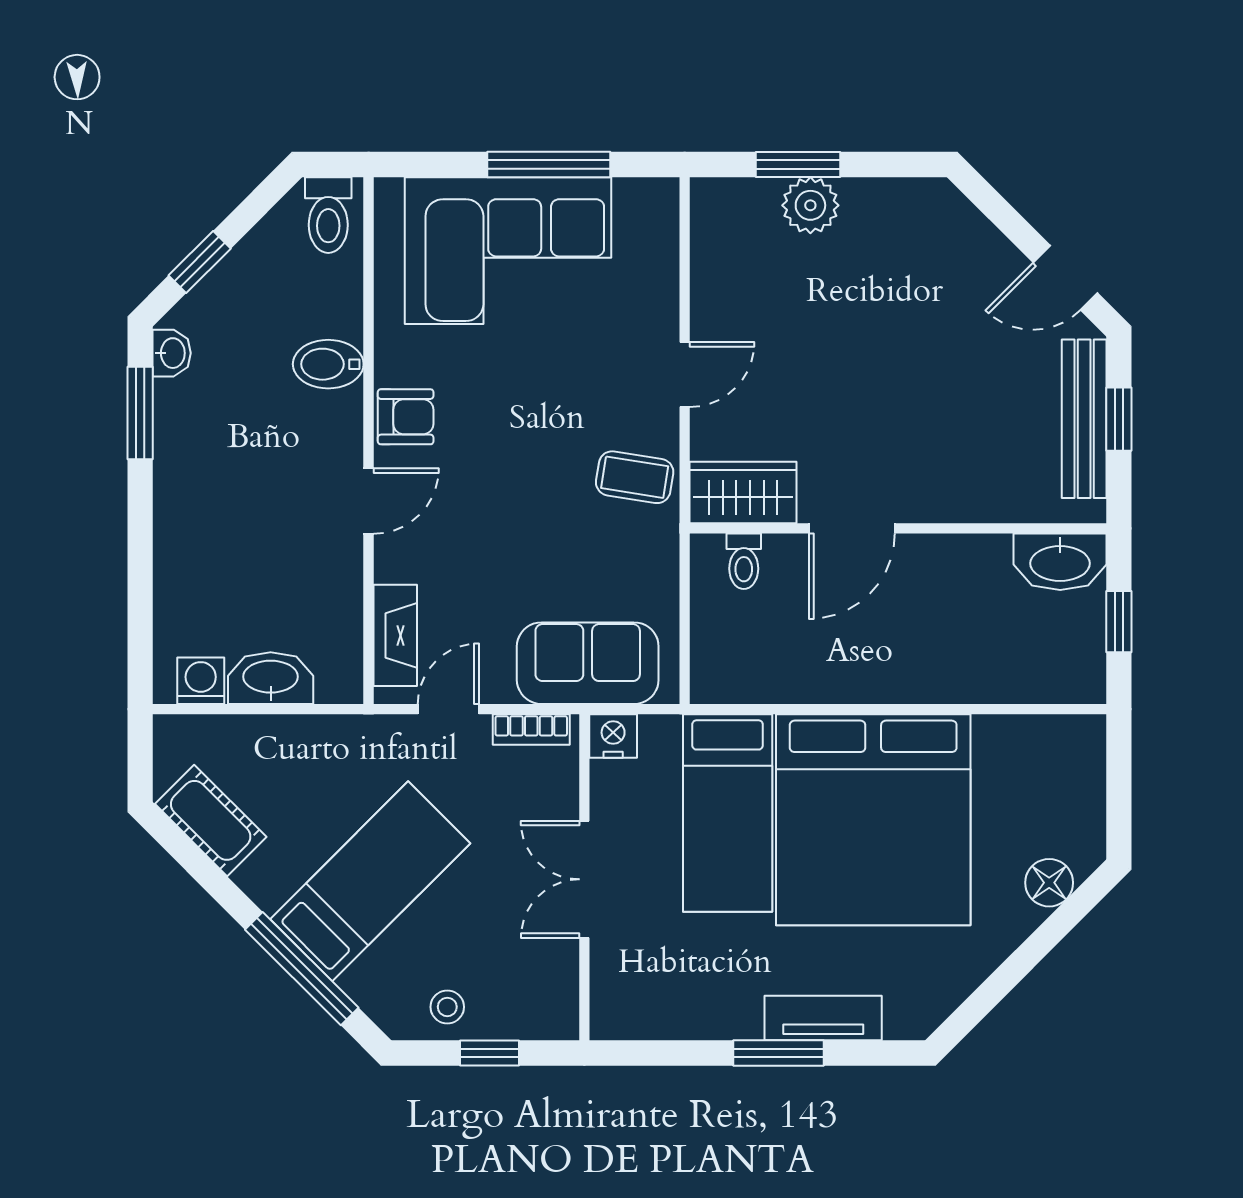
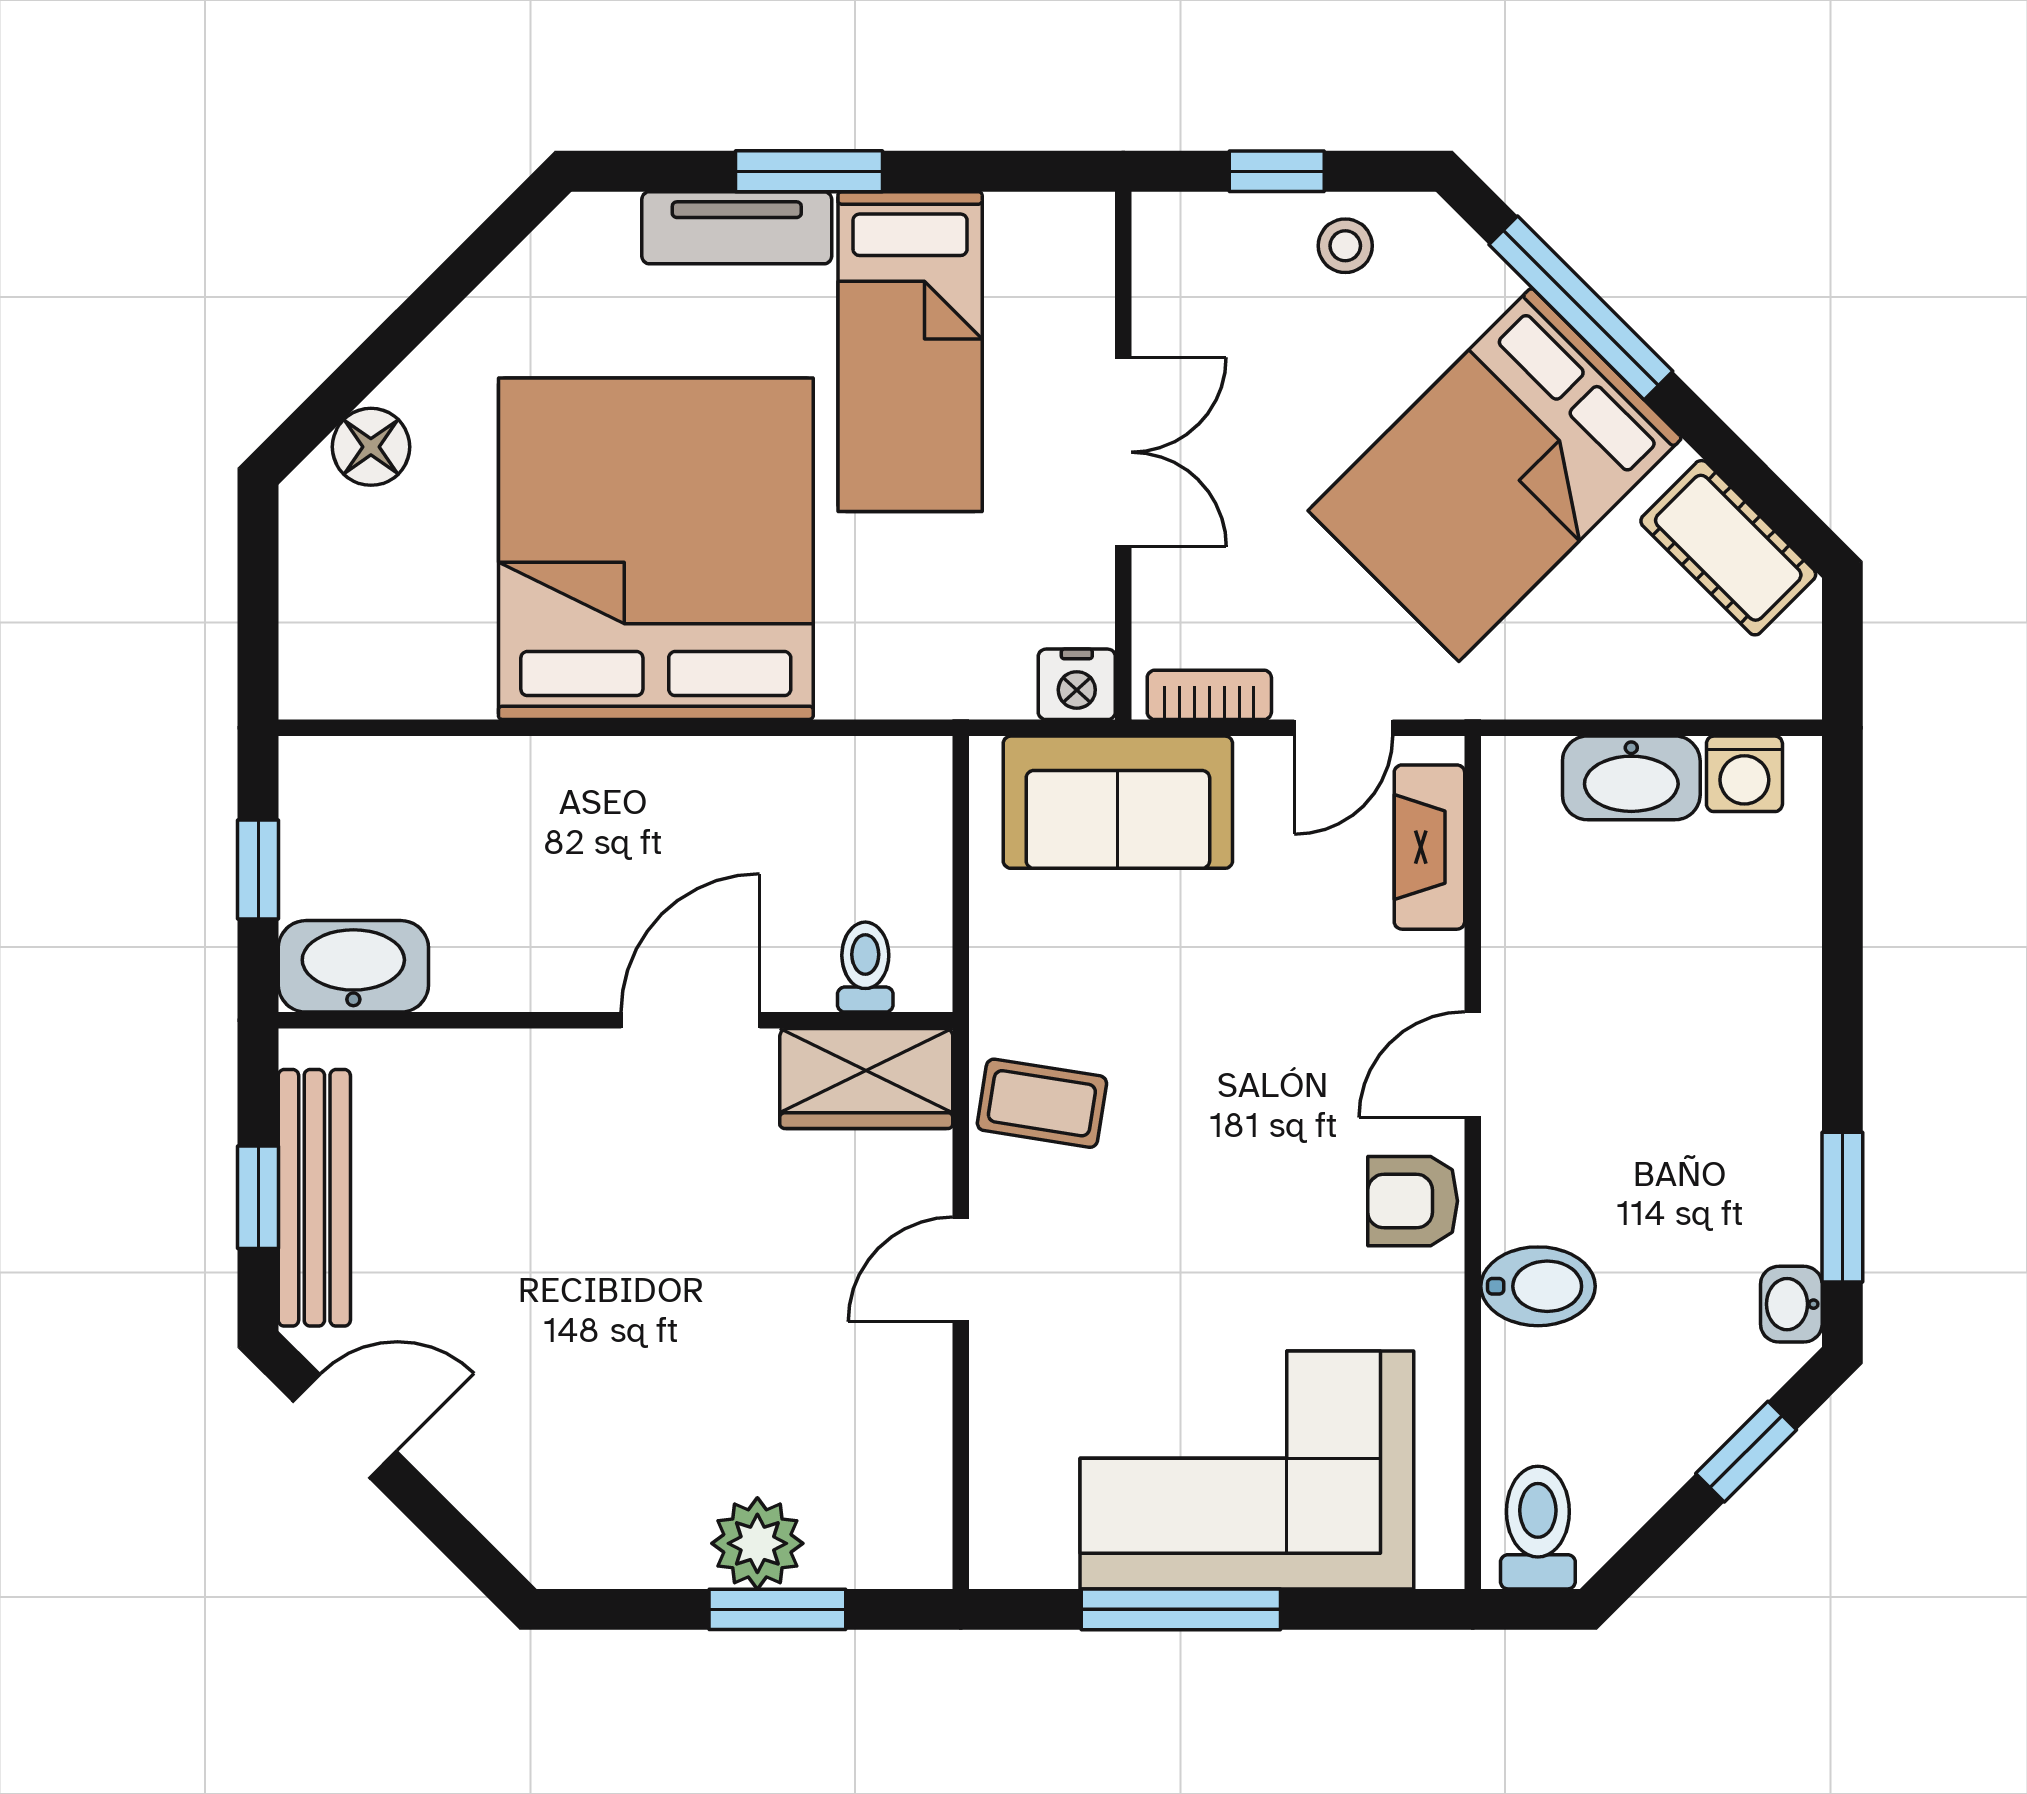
bed: (728, 813) -> (910, 352), moved, turned 180
bed: (370, 881) -> (1495, 474), width x1.50

